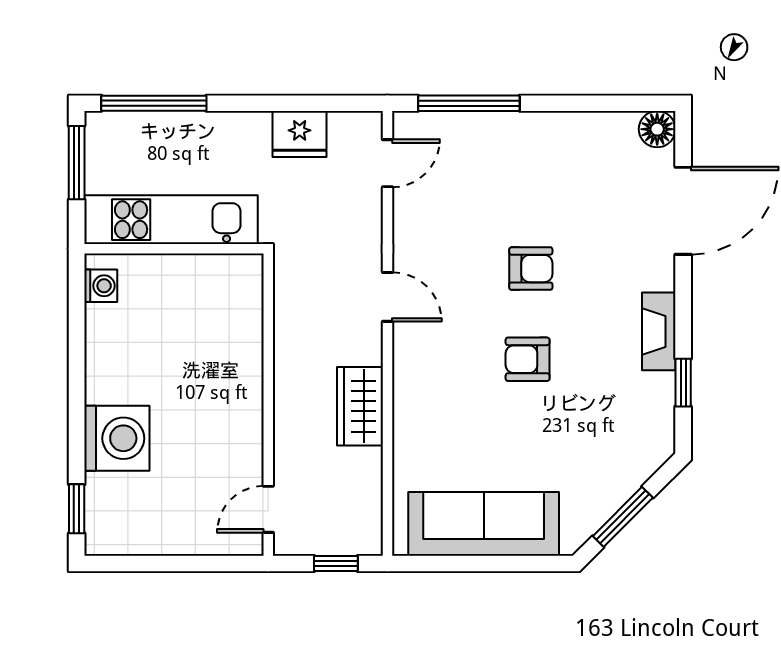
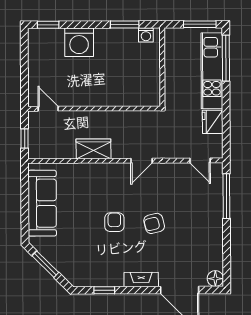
kitchen unit: (171, 220) -> (212, 71), moved, turned 180
armchair: (531, 269) -> (154, 223), turned 76
fireplace: (659, 331) -> (141, 280), moved
window: (77, 334) -> (125, 24), added

